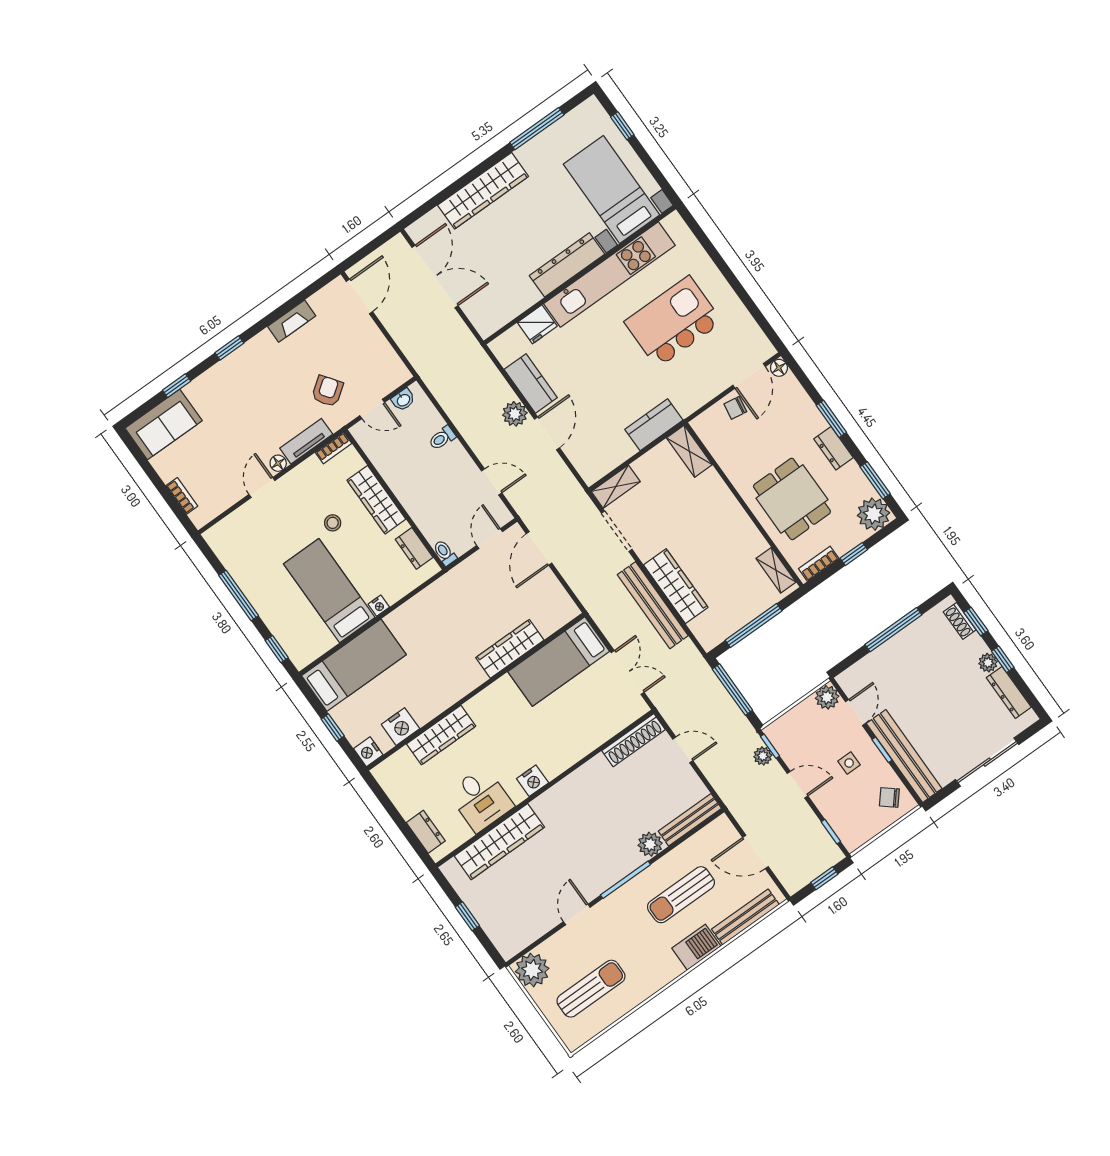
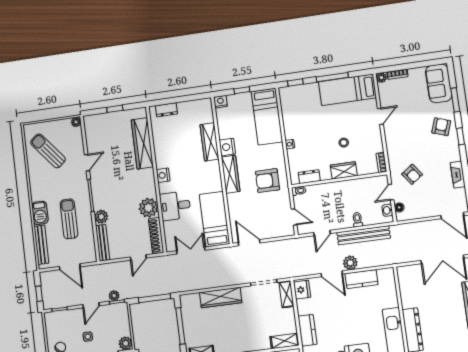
fridge: (537, 324) -> (302, 290), moved, turned 180
armchair: (230, 385) -> (441, 127), added
window: (177, 386) -> (455, 100), width x1.50
tv unit: (306, 441) -> (392, 151), removed
floor lamp: (278, 463) -> (399, 207), moved
door: (262, 488) -> (380, 116), hinge flipped
wardrobe: (376, 500) -> (344, 170), width x0.67
plant: (200, 518) -> (381, 78), added
door: (539, 548) -> (249, 243), moved
bed: (329, 591) -> (347, 90), moved, turned 180
bench: (653, 605) -> (364, 235), moved
armchair: (454, 611) -> (267, 181), added
wardrobe: (510, 649) -> (231, 174), moved
double door: (628, 673) -> (191, 251), swing flipped
nightstand: (400, 727) -> (227, 147), moved
plant: (596, 776) -> (148, 208), added
desk: (481, 799) -> (175, 206), moved
door: (756, 852) -> (70, 267), swing flipped
door: (577, 914) -> (87, 163), hinge flipped
plant: (532, 970) -> (76, 122), width x0.53, depth x0.53
sun lounger: (591, 989) -> (48, 151), turned 141

